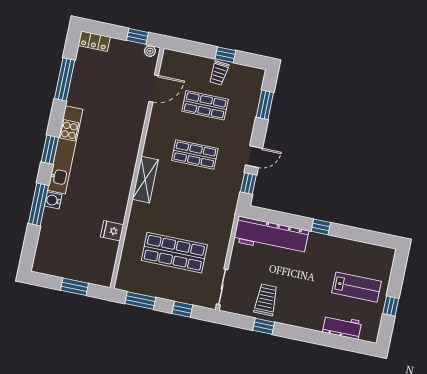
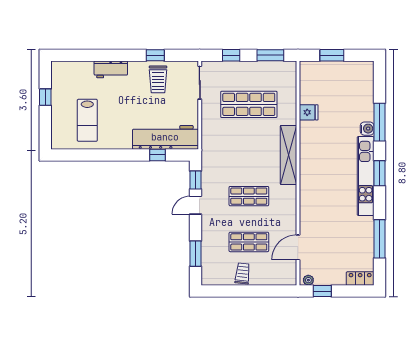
window: (225, 55) -> (240, 291), removed
shelving: (145, 180) -> (288, 155), width x1.47
window: (321, 227) -> (158, 155), moved
lab bench: (356, 287) -> (87, 120), moved, turned -90
workbench: (342, 327) -> (111, 69), moved

